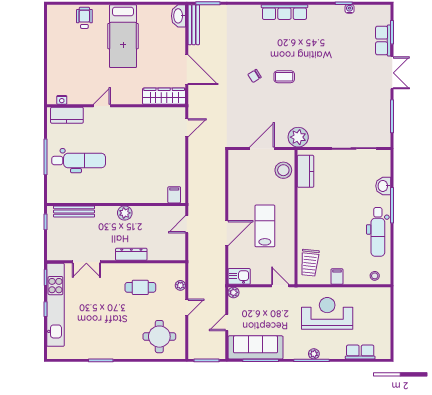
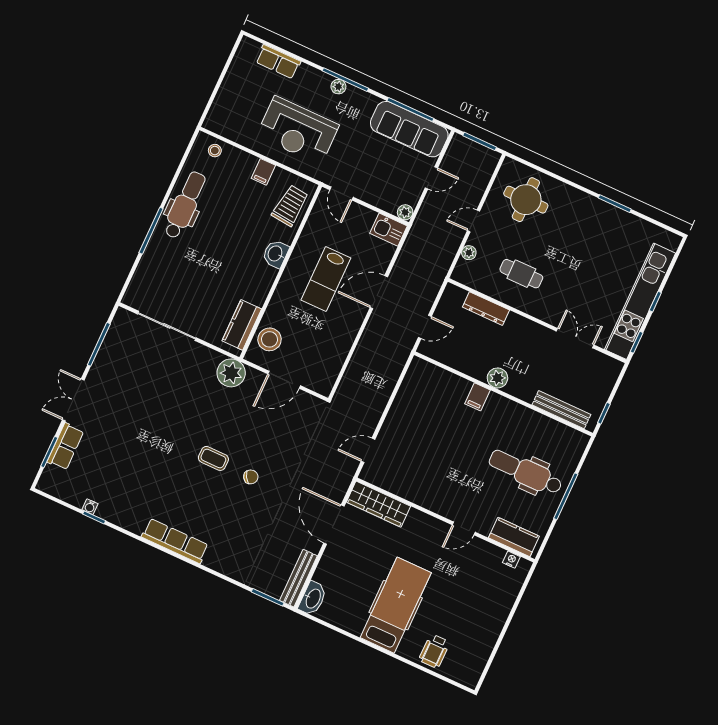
washbasin: (383, 186) -> (276, 254), moved, turned 180
filing cabinet: (174, 195) -> (477, 397), moved
dresser: (131, 254) -> (486, 309), moved

